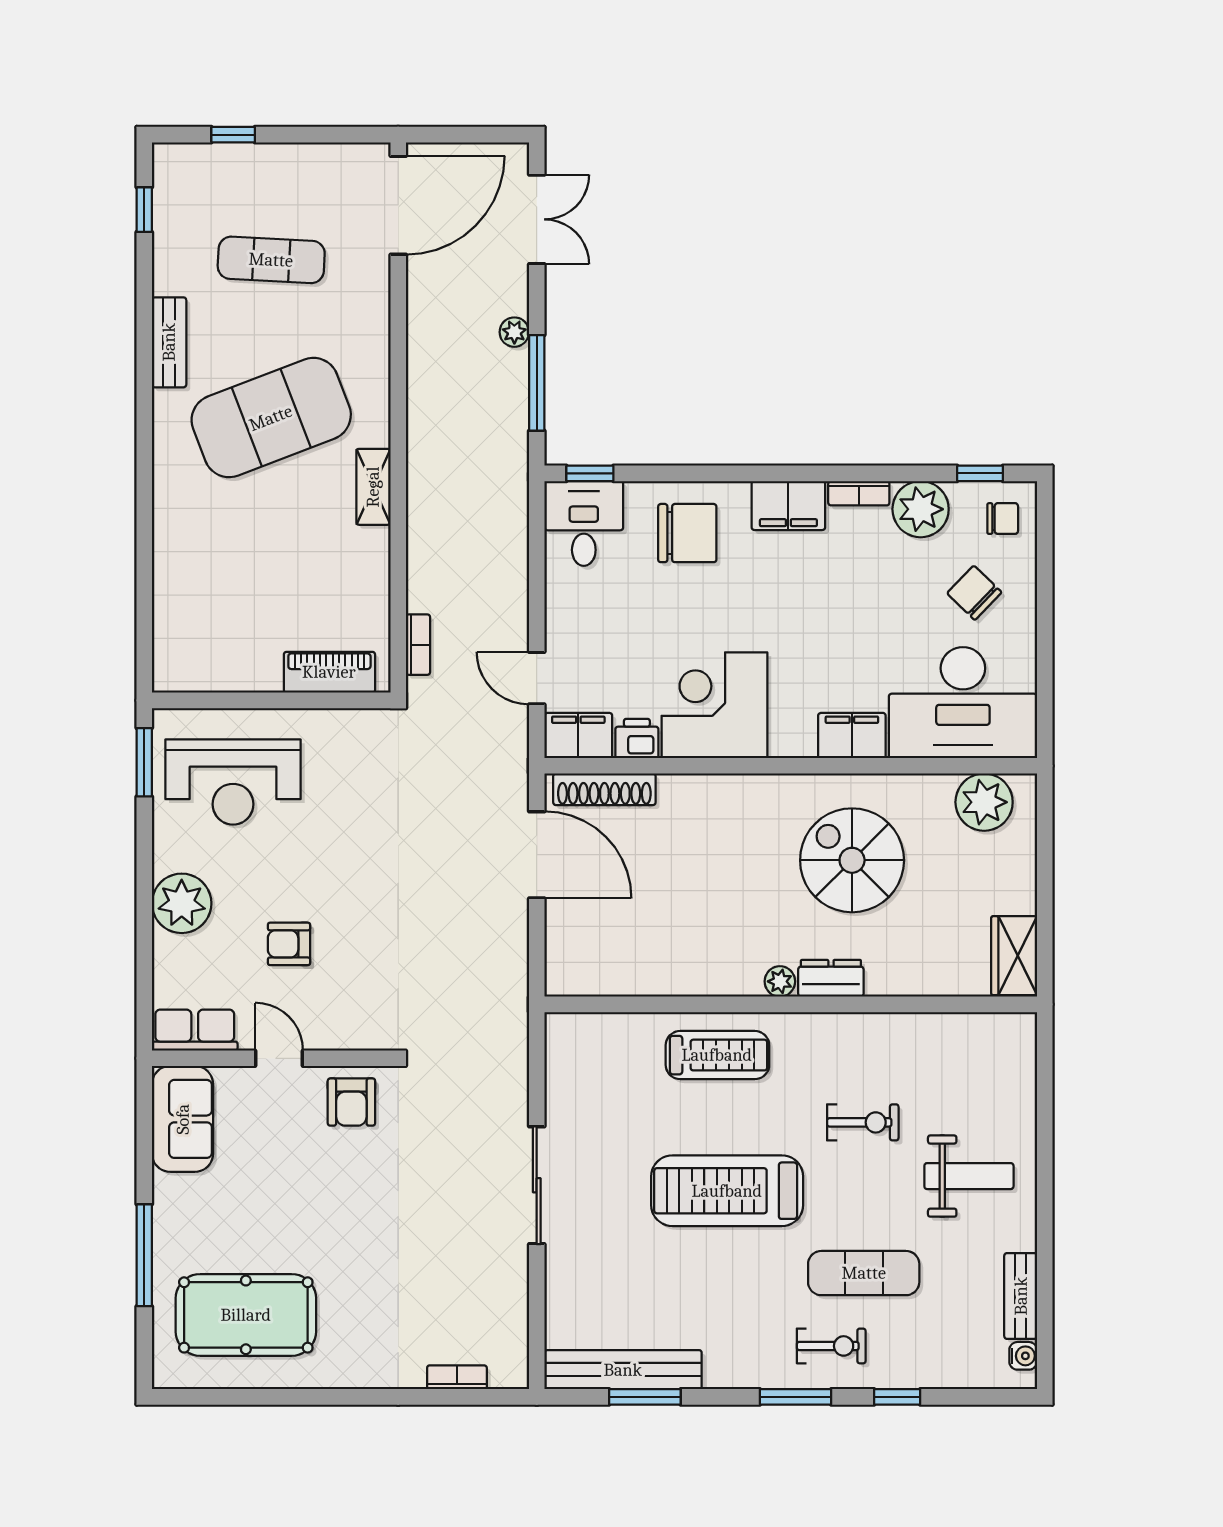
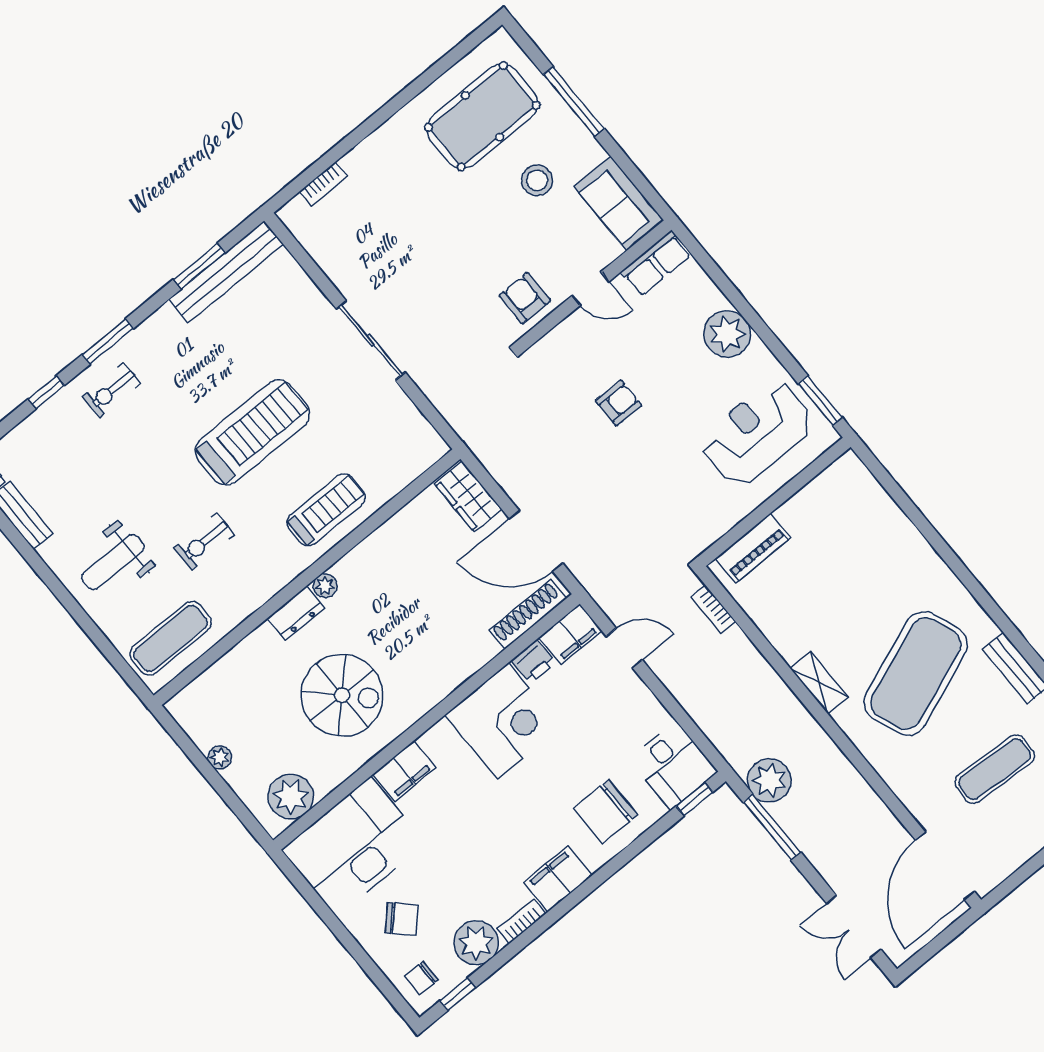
plant: (514, 332) -> (769, 780), moved, width x1.88, depth x1.88
plant: (1022, 898) -> (220, 757), added
armchair: (289, 944) -> (619, 403), moved
wardrobe: (1014, 956) -> (468, 497), moved, turned 180
treadmill: (717, 1055) -> (326, 510), turned 180
stool: (244, 1208) -> (537, 180), added
exercise mat: (864, 1273) -> (171, 638), moved

